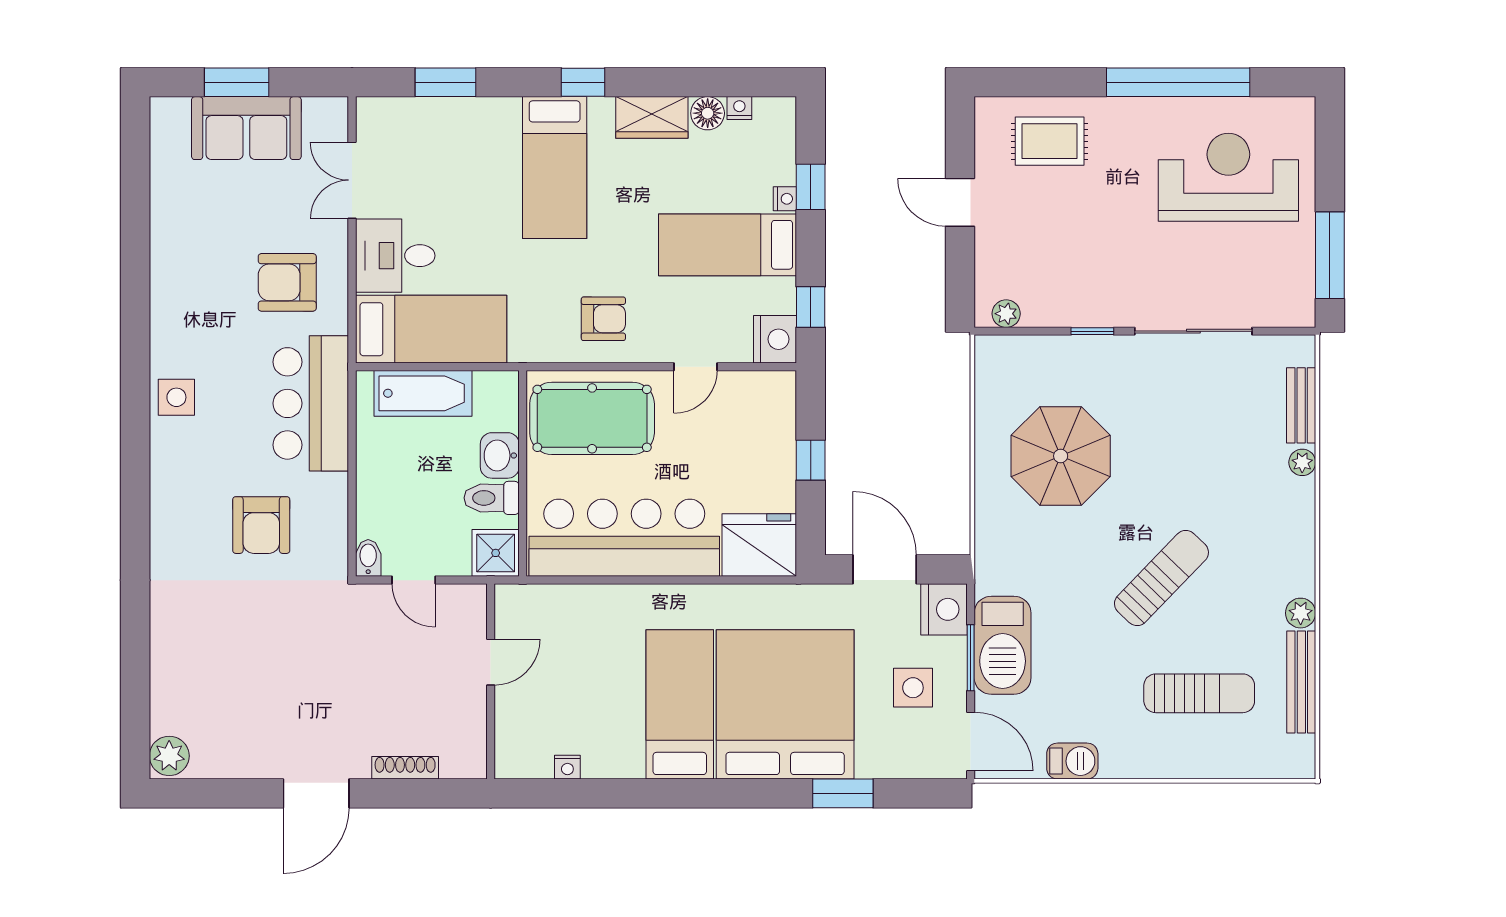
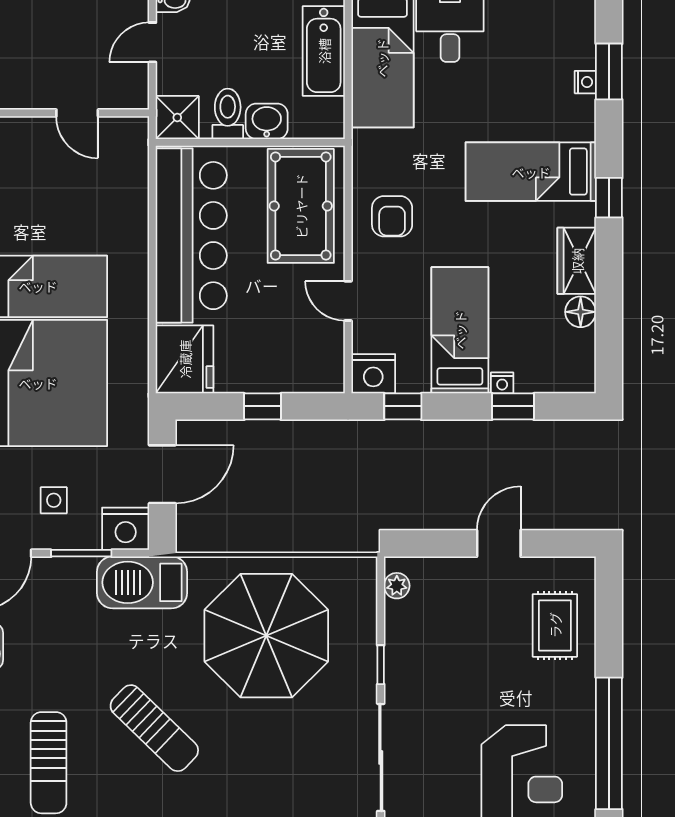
nightstand: (739, 108) -> (585, 82), moved
parasol: (1061, 456) -> (266, 636), width x1.36, depth x1.36
barbecue: (1003, 645) -> (142, 582), moved
side table: (913, 688) -> (54, 500), width x0.73, depth x0.73

